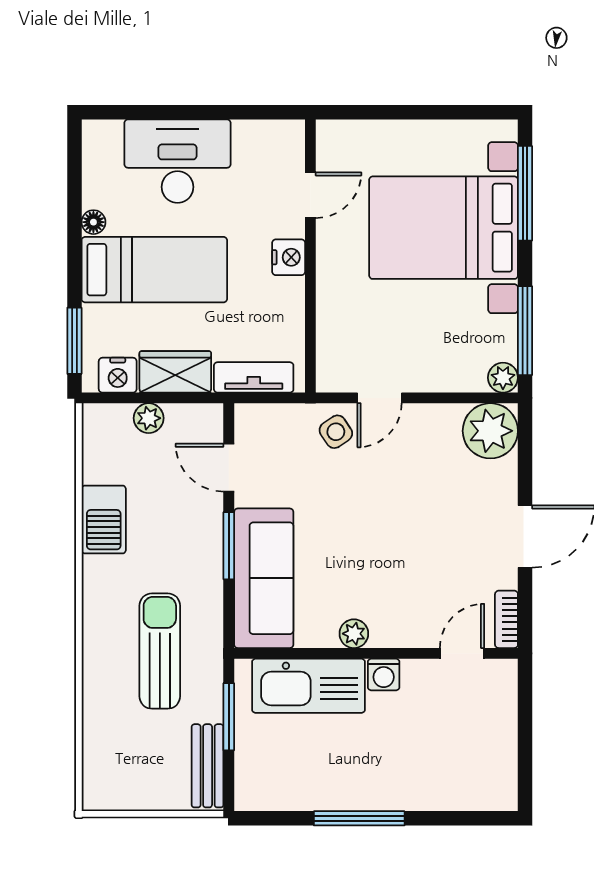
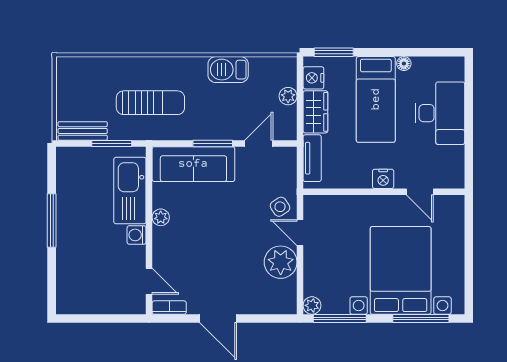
plant: (490, 431) -> (281, 262), moved

